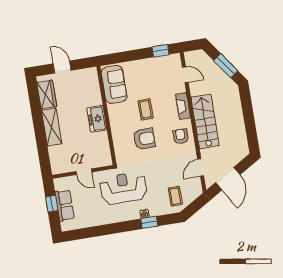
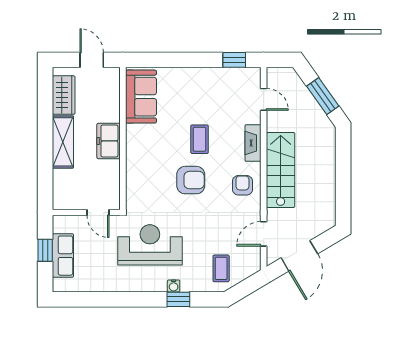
sofa: (114, 84) -> (141, 97), moved
wall: (106, 115) -> (123, 138), moved
freezer: (97, 119) -> (109, 141), moved

